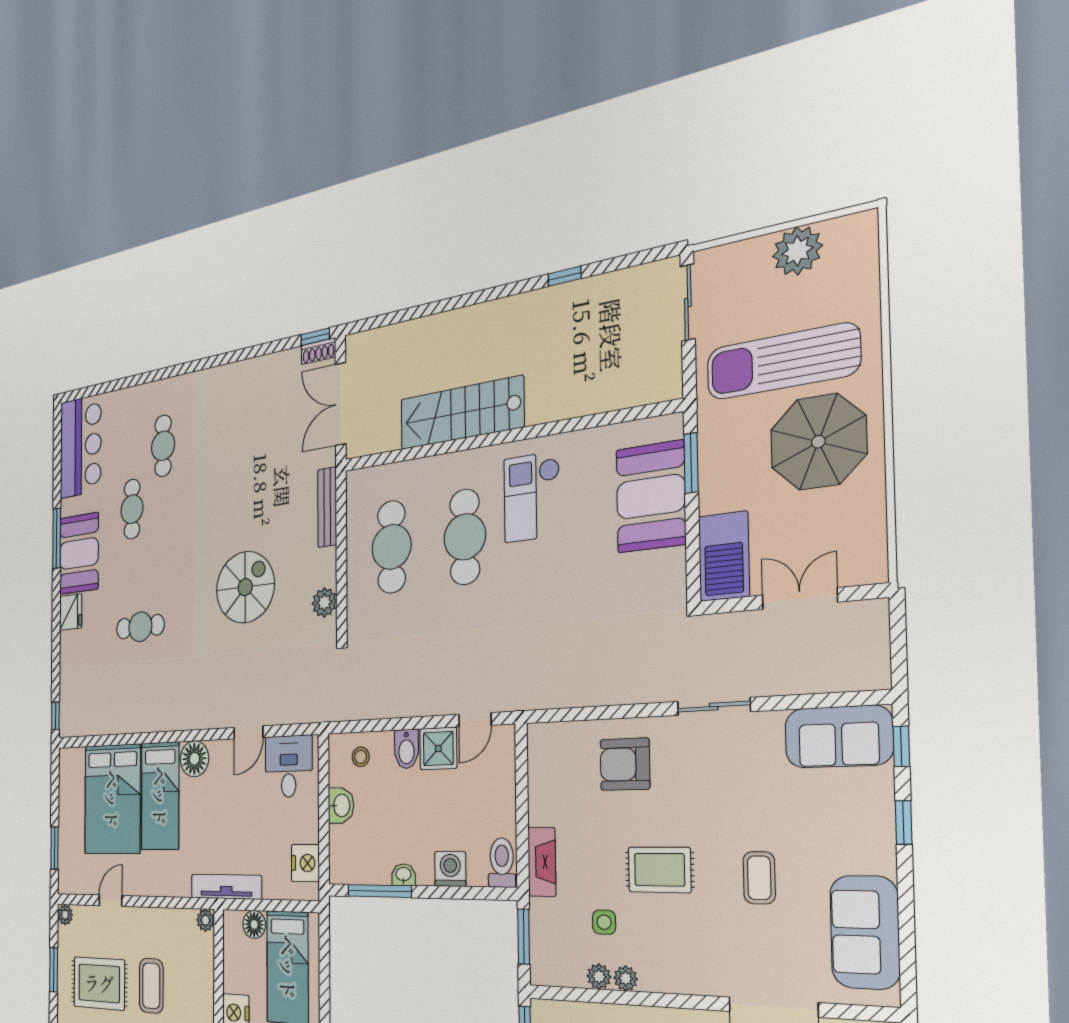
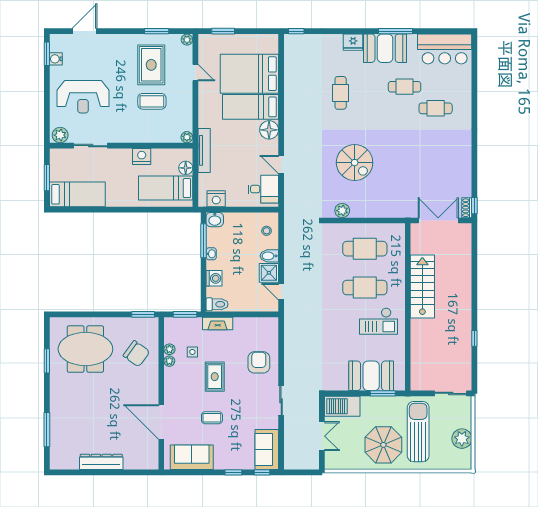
checkout: (532, 497) -> (379, 321), turned 180
bench: (327, 507) -> (389, 212), removed
washbasin: (341, 805) -> (215, 220), moved

